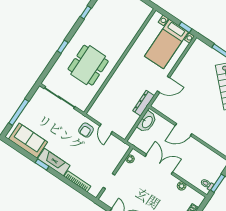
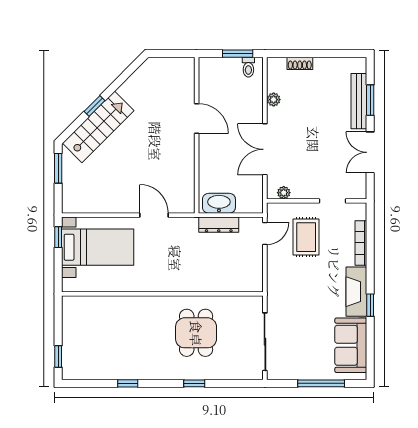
dining table: (88, 65) -> (196, 333), width x0.73
dresser: (144, 103) -> (219, 225), moved
door: (106, 129) -> (265, 233), moved
armchair: (86, 130) -> (285, 277), removed
door: (184, 130) -> (197, 118), moved
rug: (99, 155) -> (306, 237), added

